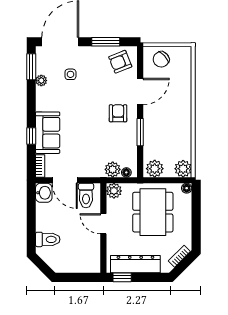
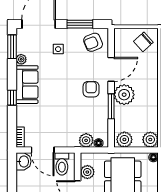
chair: (161, 59) -> (143, 42), moved
side table: (70, 74) -> (58, 49), moved
plant: (154, 119) -> (124, 95), added
sofa: (48, 133) -> (27, 85), moved
window: (31, 136) -> (12, 98), moved
plant: (114, 191) -> (87, 172), moved

